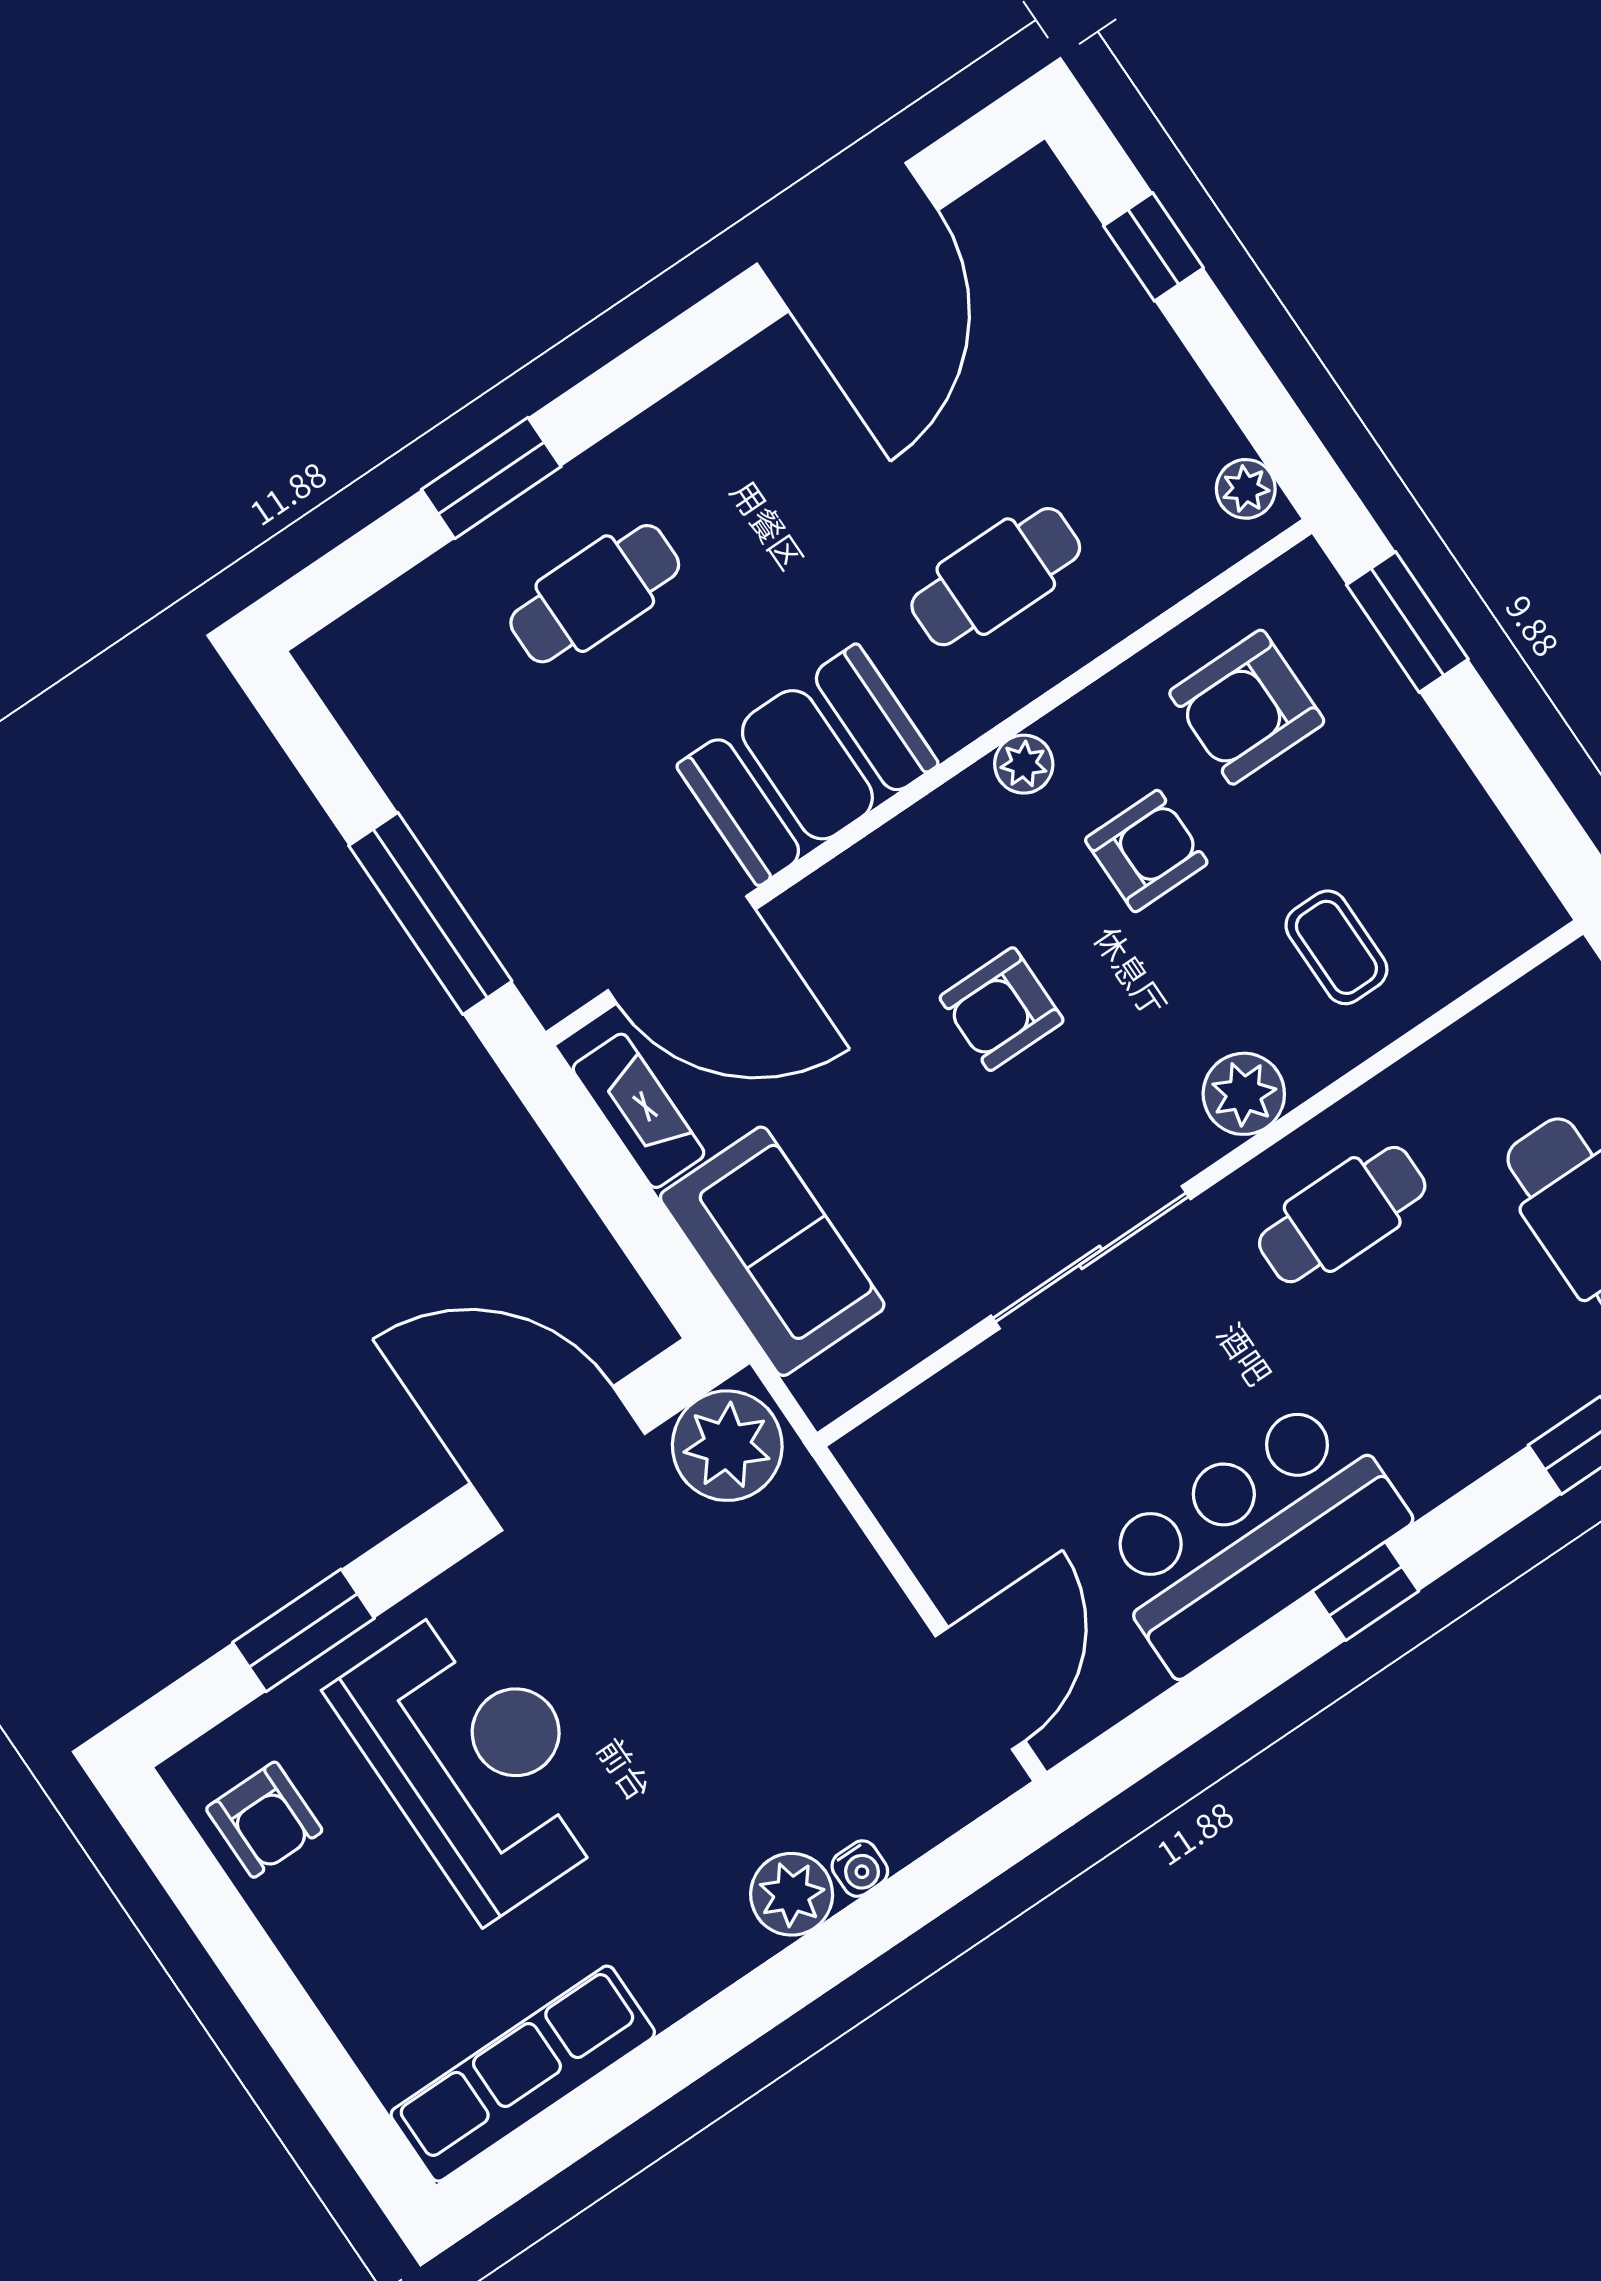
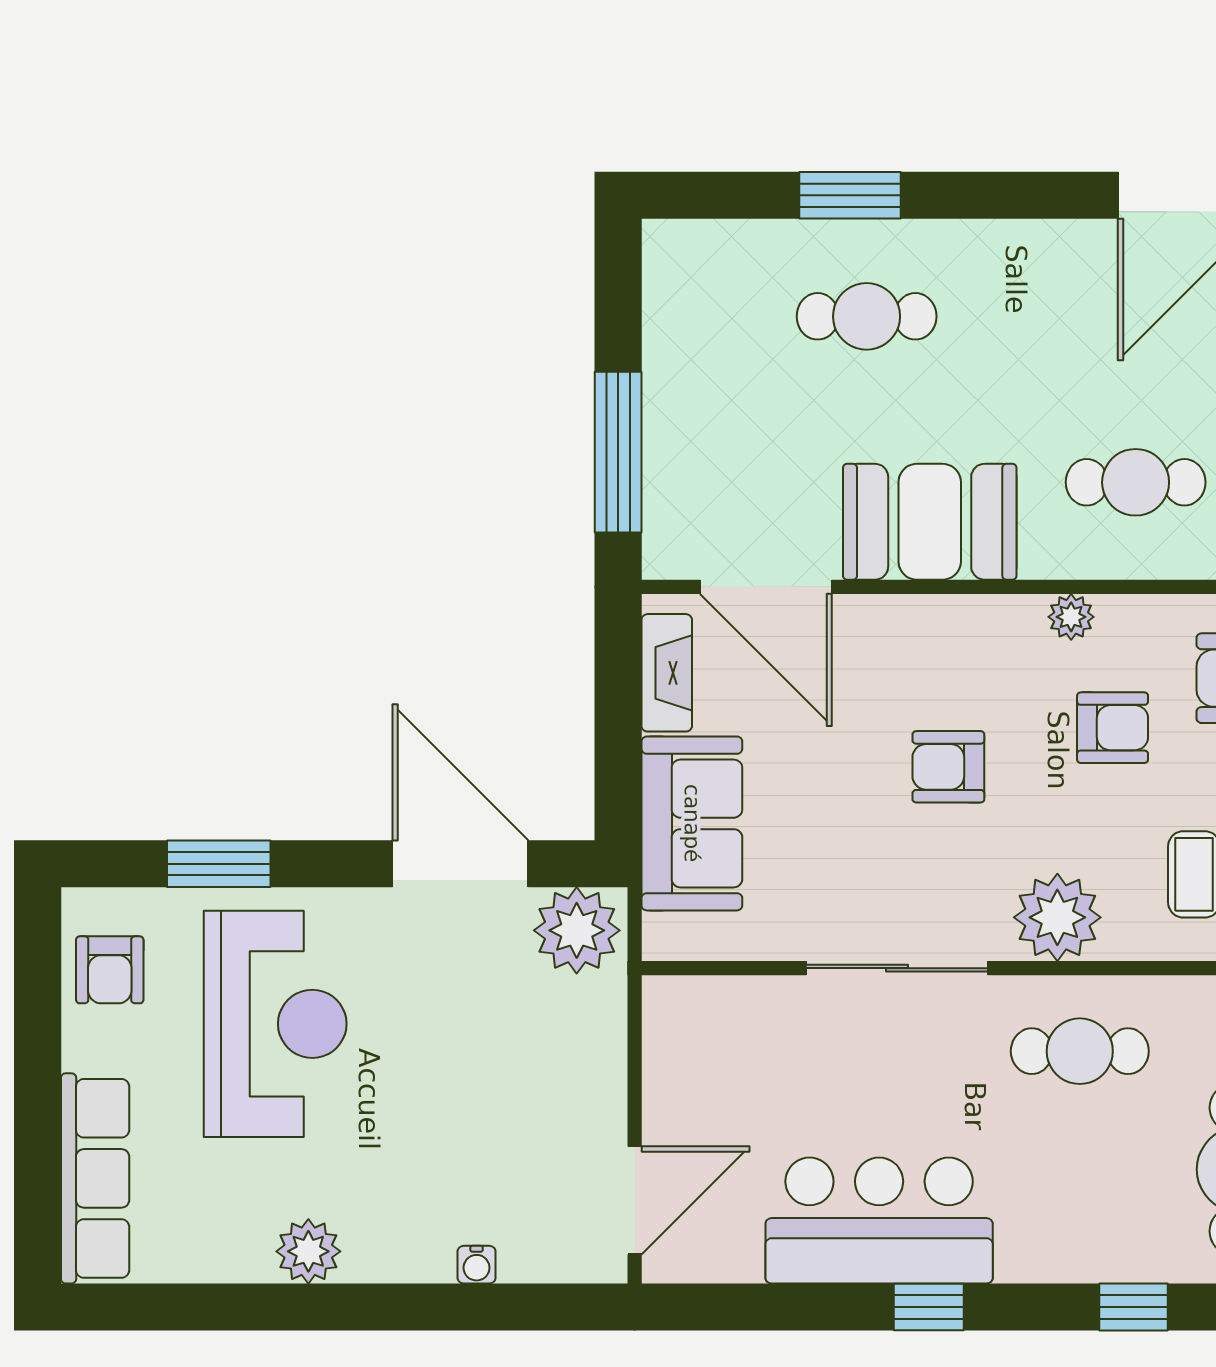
plant: (1244, 1094) -> (1057, 917), width x1.36, depth x1.36
plant: (792, 1894) -> (308, 1251), moved
row of seats: (523, 2074) -> (95, 1178), moved, turned 90

